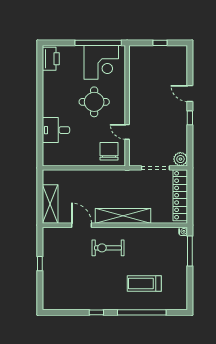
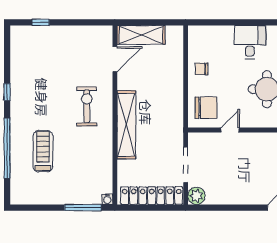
window: (190, 118) -> (247, 208), removed
desk: (56, 130) -> (250, 42), moved
chair: (78, 155) -> (202, 69), added
door: (82, 225) -> (115, 59), moved
window: (40, 264) -> (41, 22), moved

